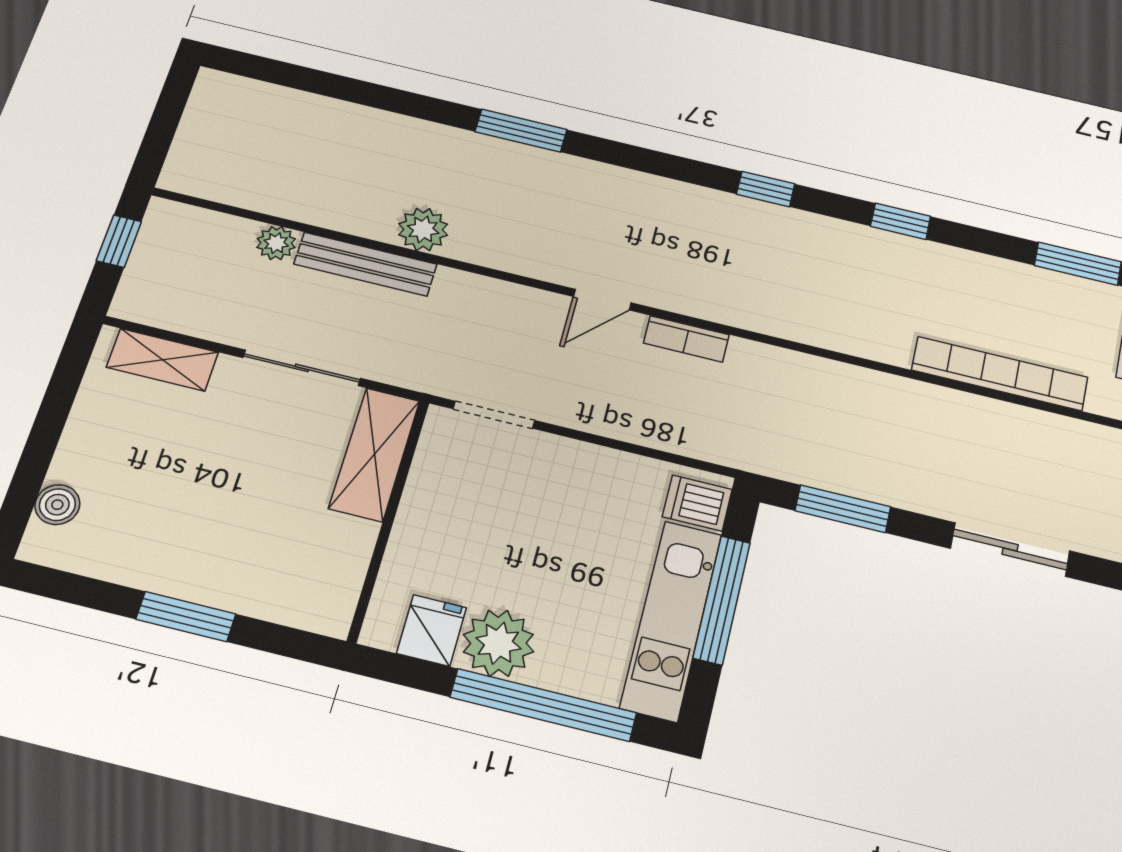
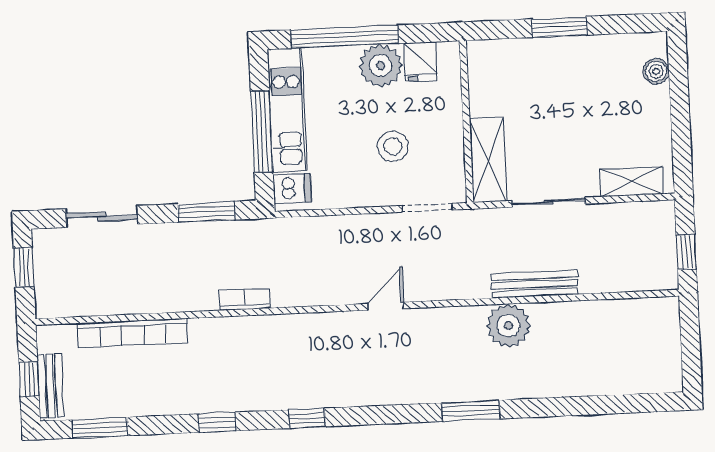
plant: (423, 229) -> (509, 326), width x1.36, depth x1.36
plant: (276, 243) -> (593, 281), removed
bookcase: (686, 339) -> (245, 299), moved
stool: (518, 518) -> (393, 146), added

